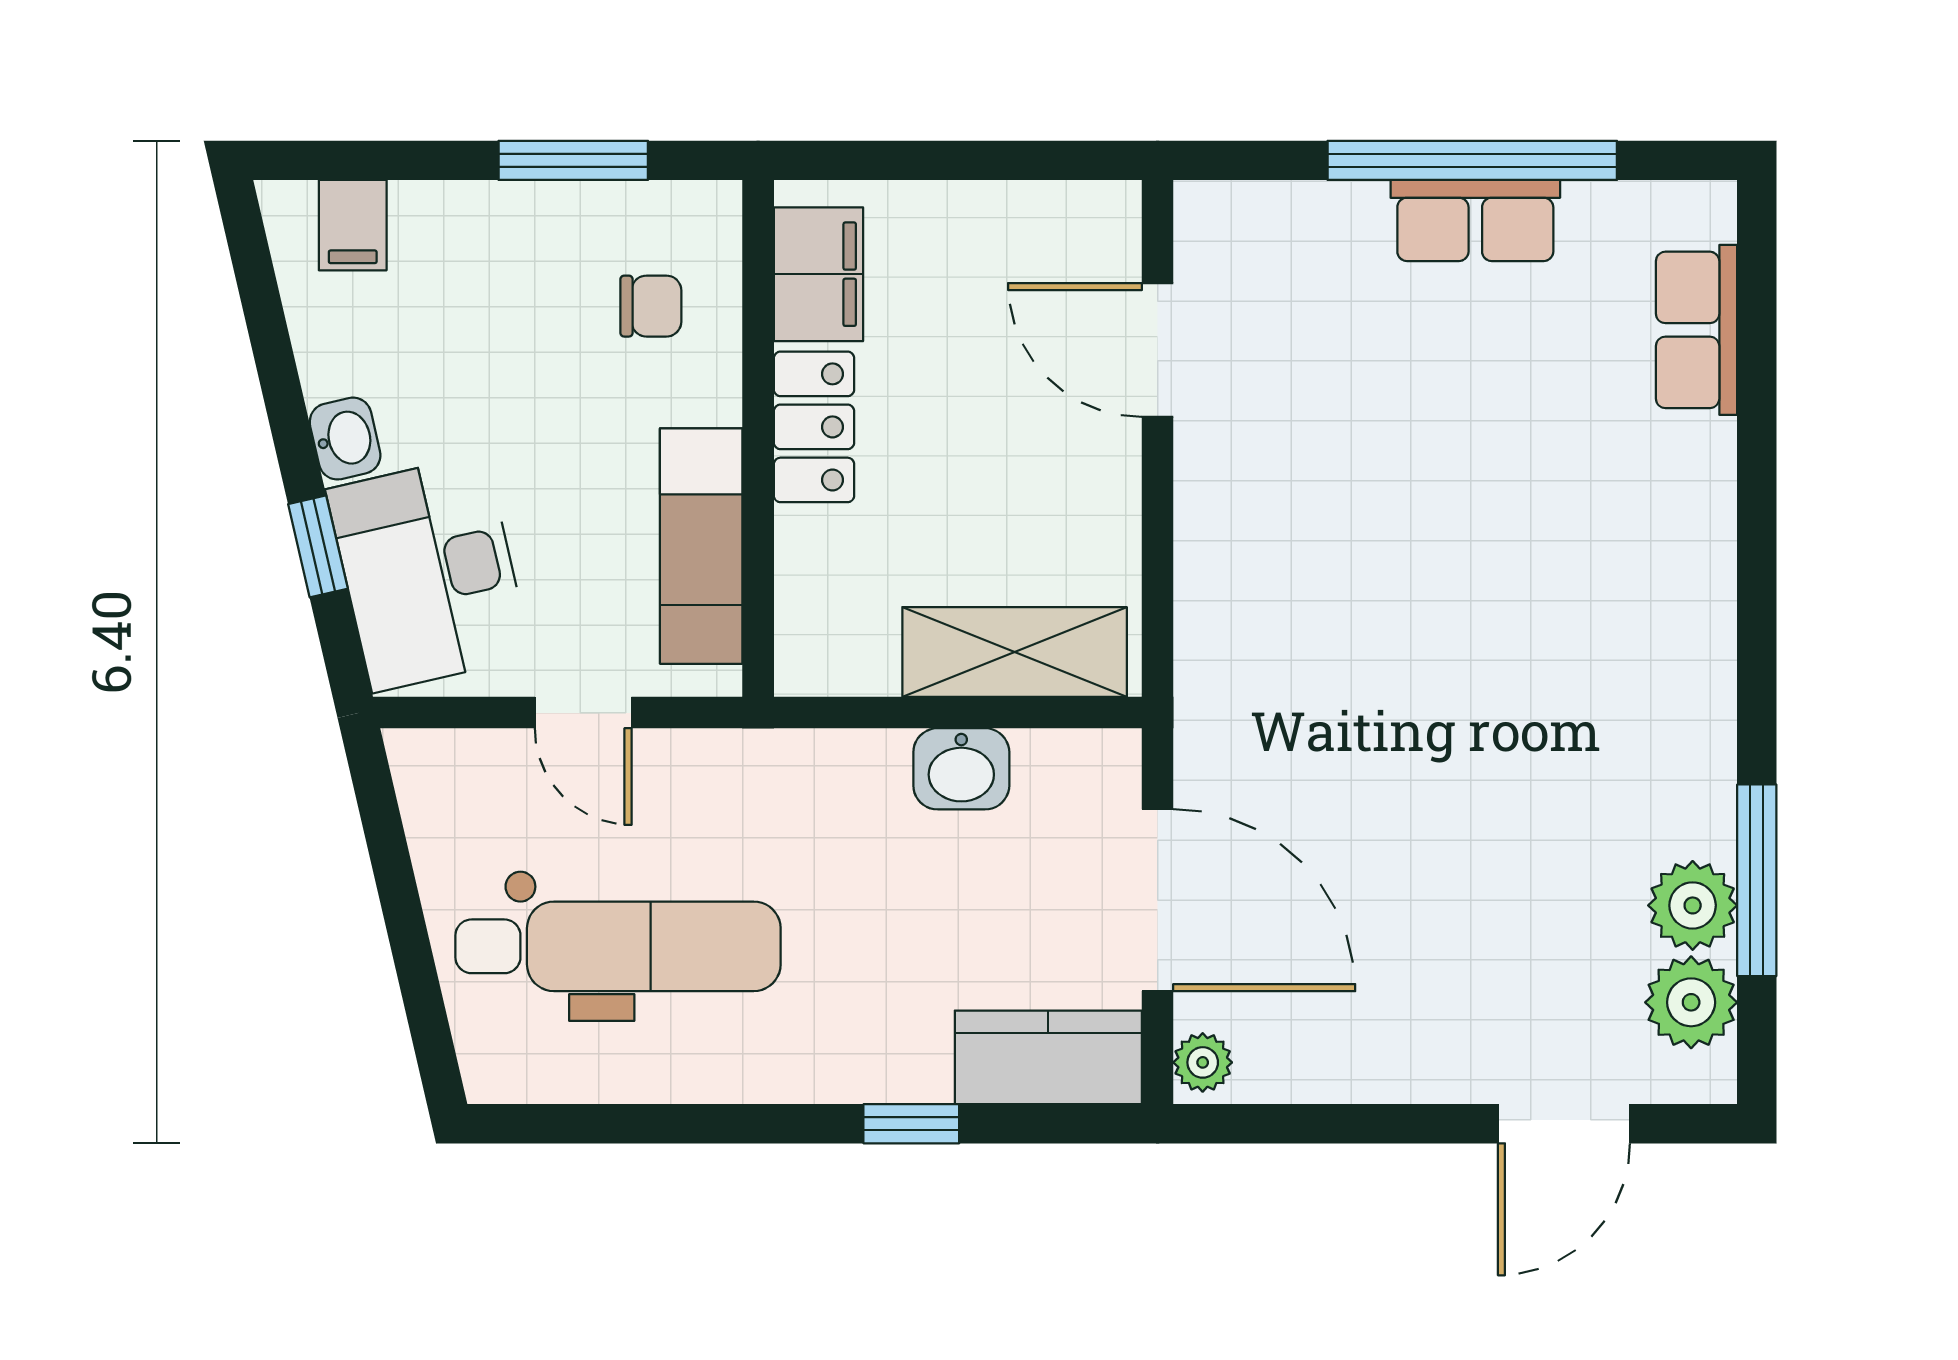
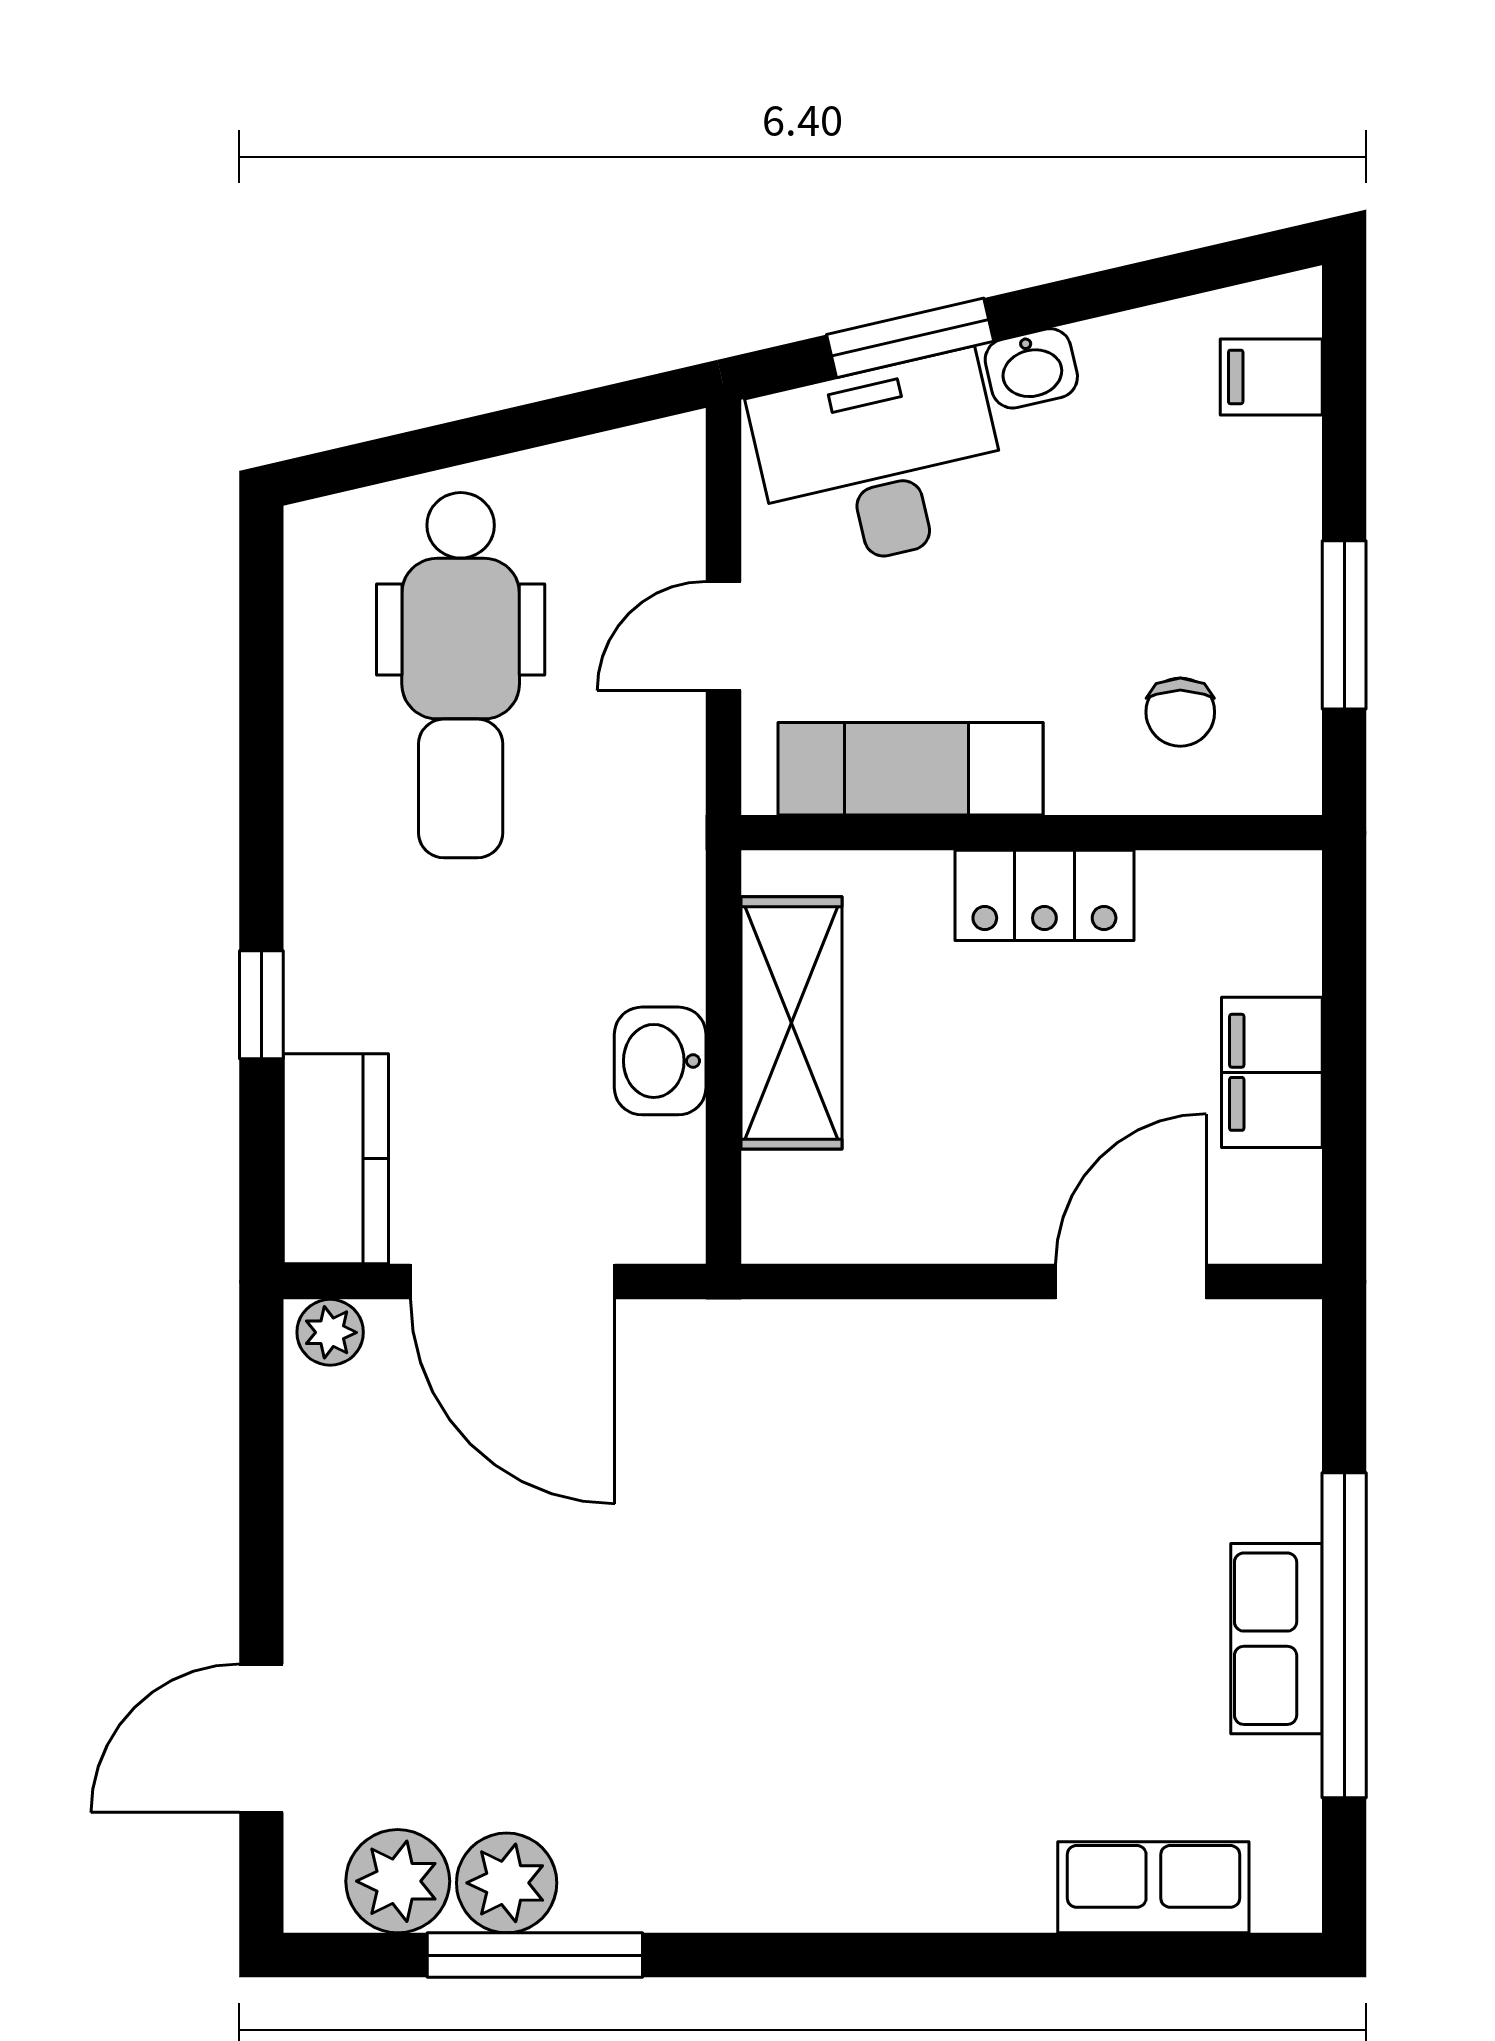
filing cabinet: (818, 274) -> (1272, 1072), moved, turned 90
window: (318, 546) -> (910, 338), width x1.50
shelving: (1015, 652) -> (792, 1023), moved
door: (1158, 900) -> (513, 1282), hinge flipped
door: (1564, 1124) -> (261, 1738), hinge flipped

